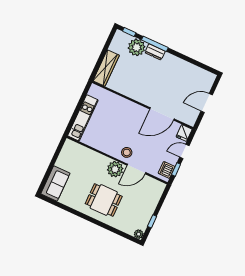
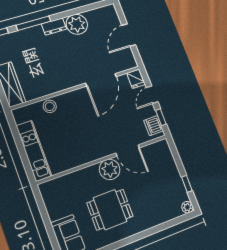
plant: (137, 47) -> (77, 24), moved
dresser: (155, 52) -> (54, 26), moved
stool: (127, 152) -> (50, 106), moved
door: (136, 169) -> (128, 150), hinge flipped
dining table: (104, 200) -> (110, 210), moved

